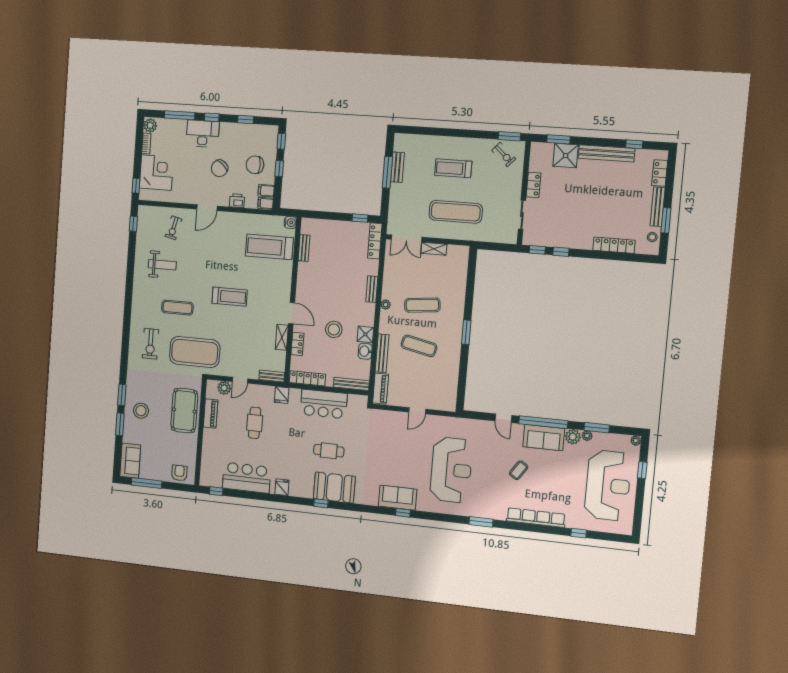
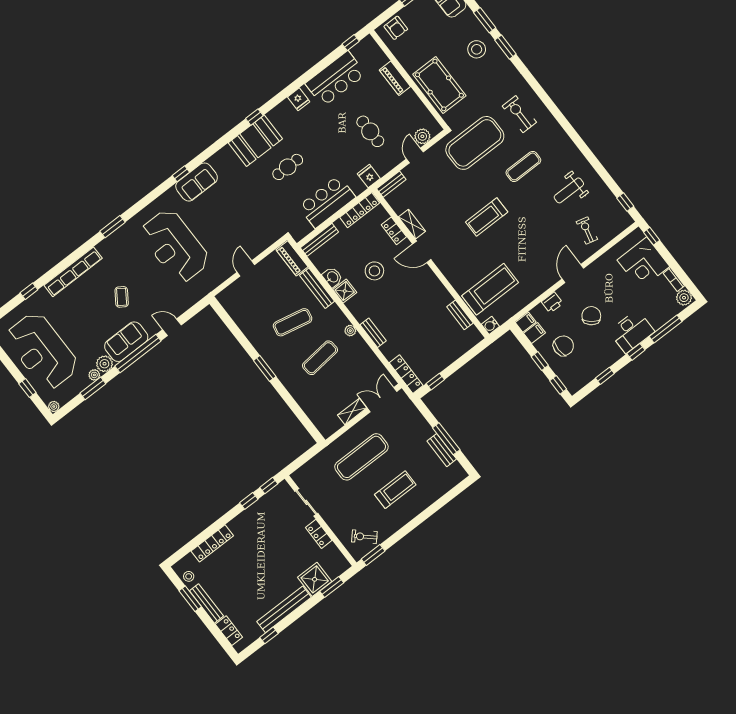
piano: (211, 414) -> (395, 78), moved

